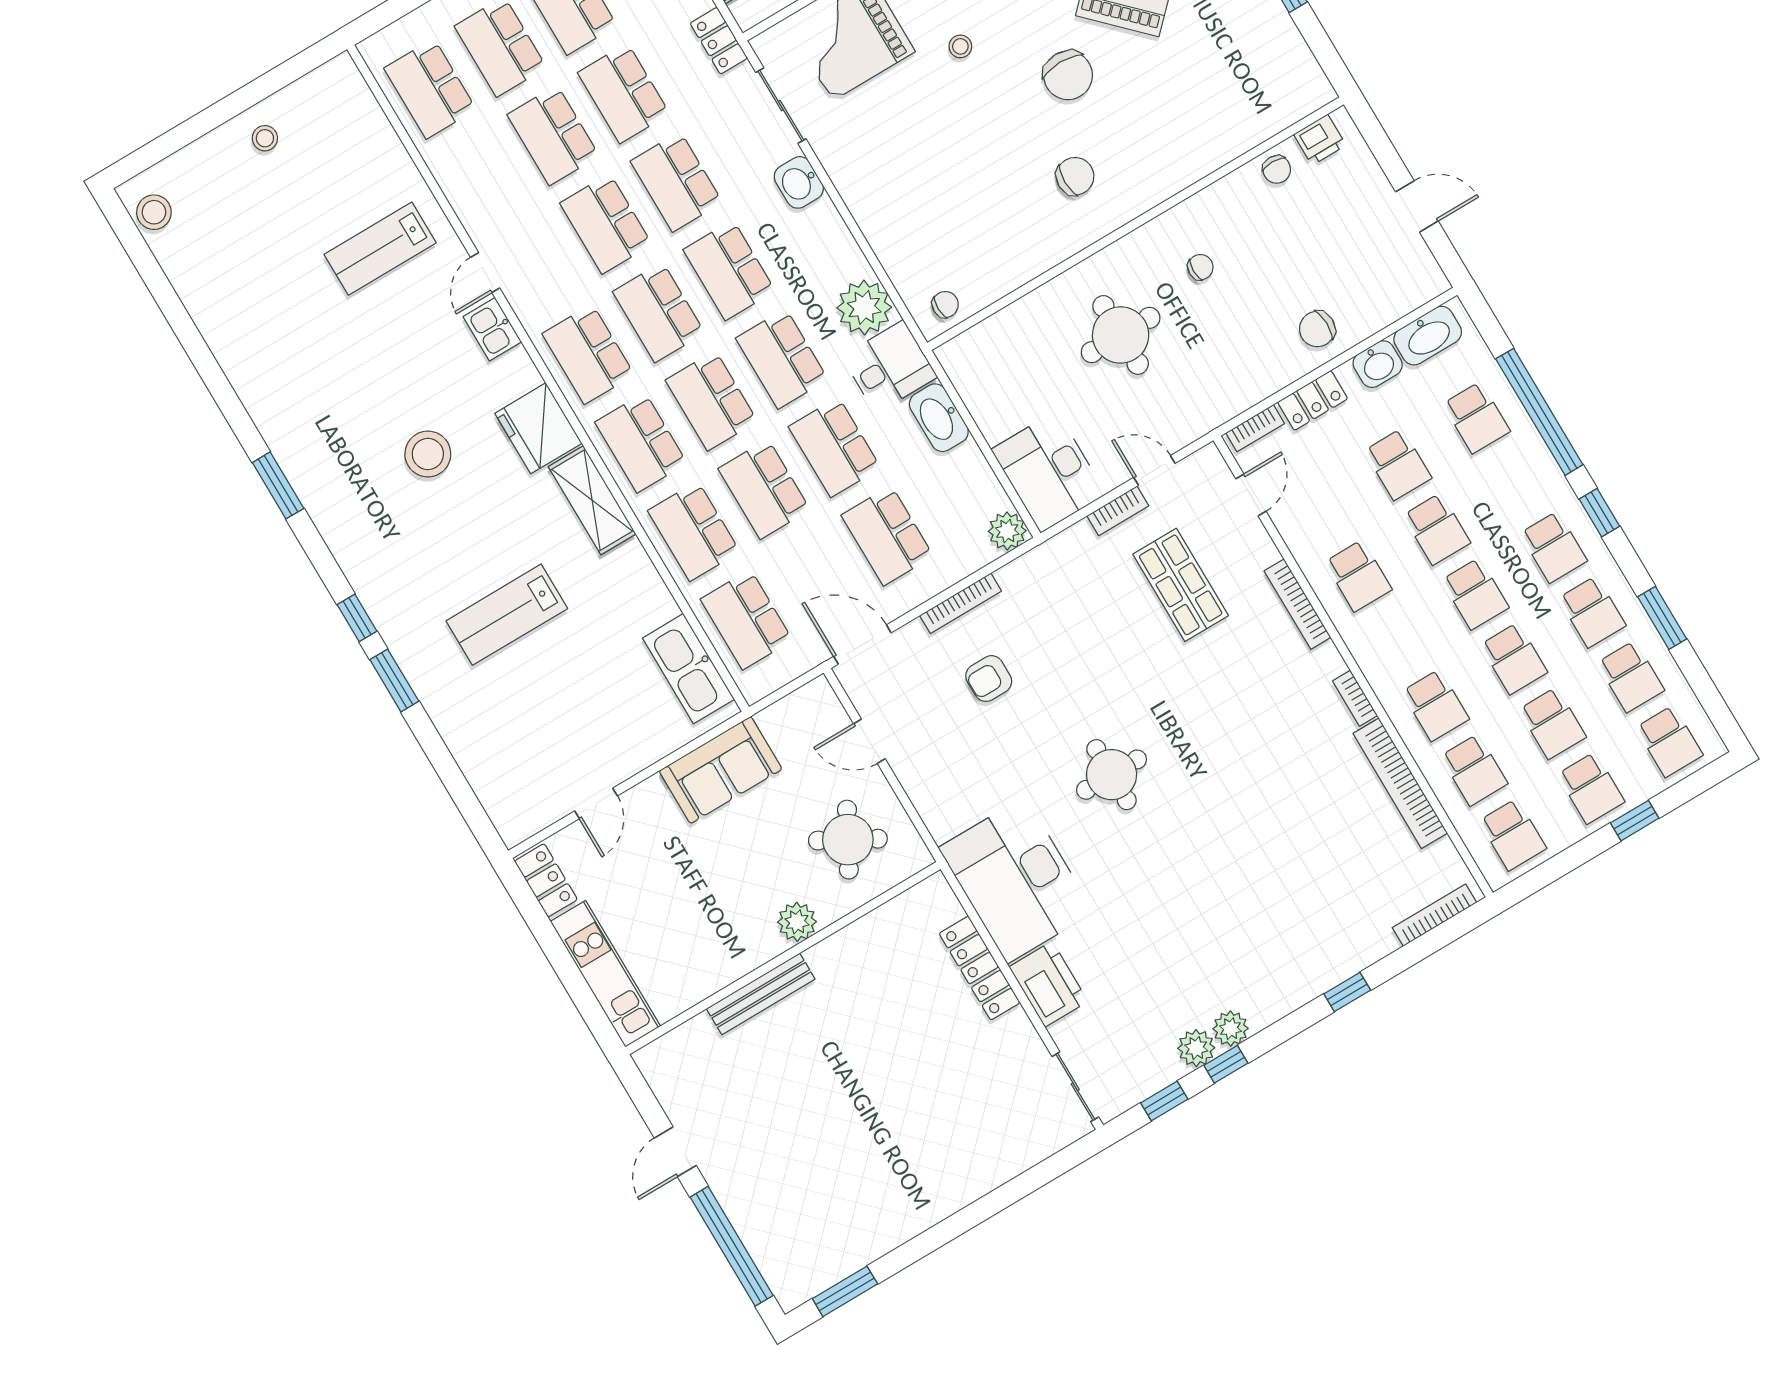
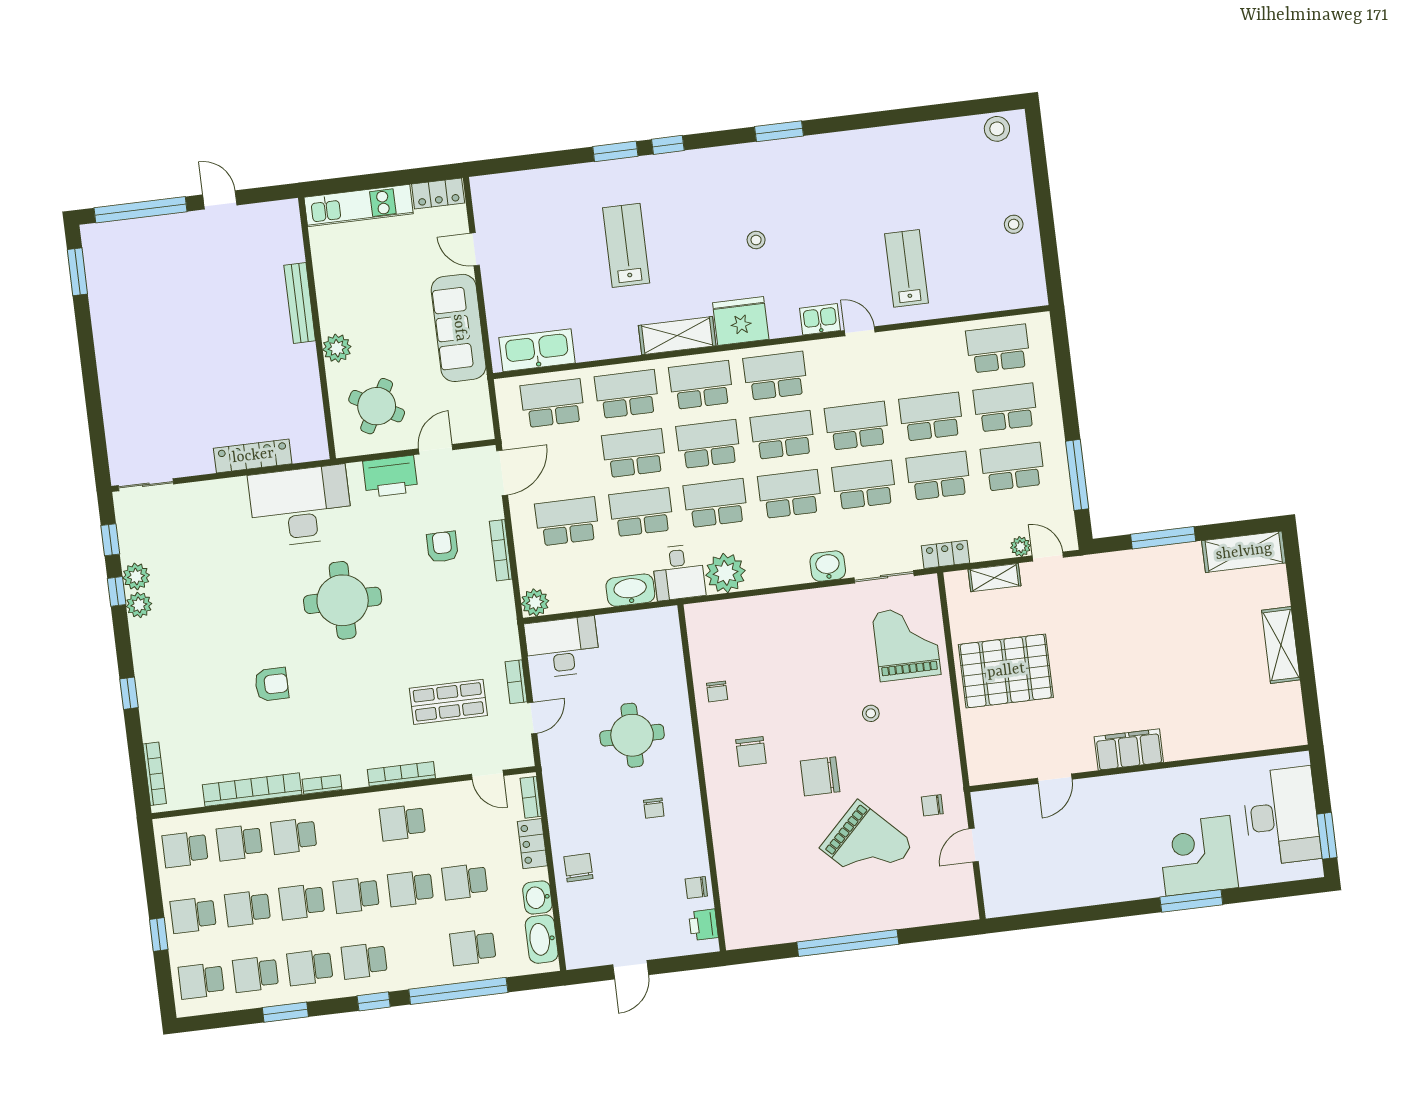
chair: (945, 305) -> (717, 691), moved
stool: (428, 454) -> (756, 240), width x0.53, depth x0.53
sofa: (721, 770) -> (459, 328), width x1.36
round table: (1112, 775) -> (343, 600), width x1.36, depth x1.36
armchair: (1257, 817) -> (272, 684), added
printer: (1049, 984) -> (390, 476), moved

